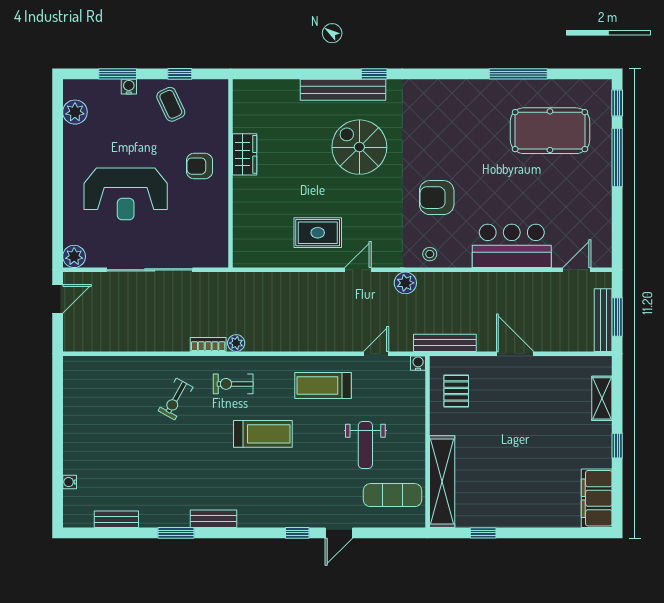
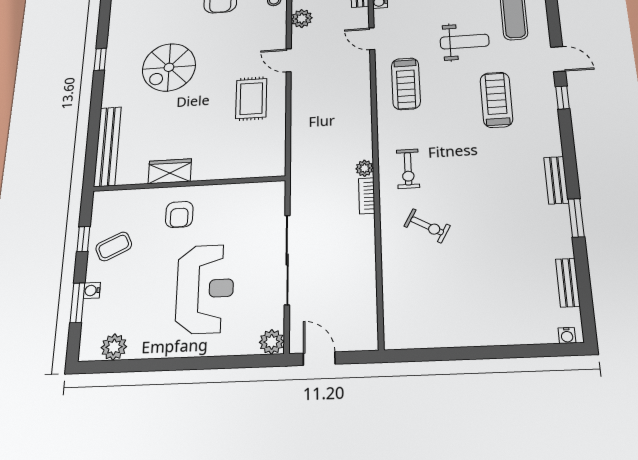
bench: (343, 90) -> (108, 146), moved
treadmill: (263, 434) -> (496, 100), moved
water cooler: (70, 482) -> (567, 335), moved

